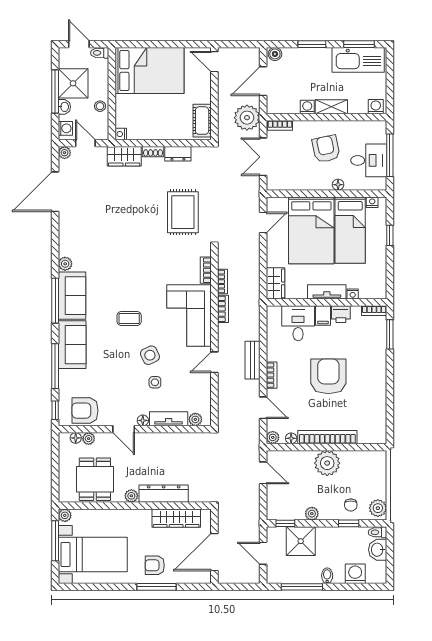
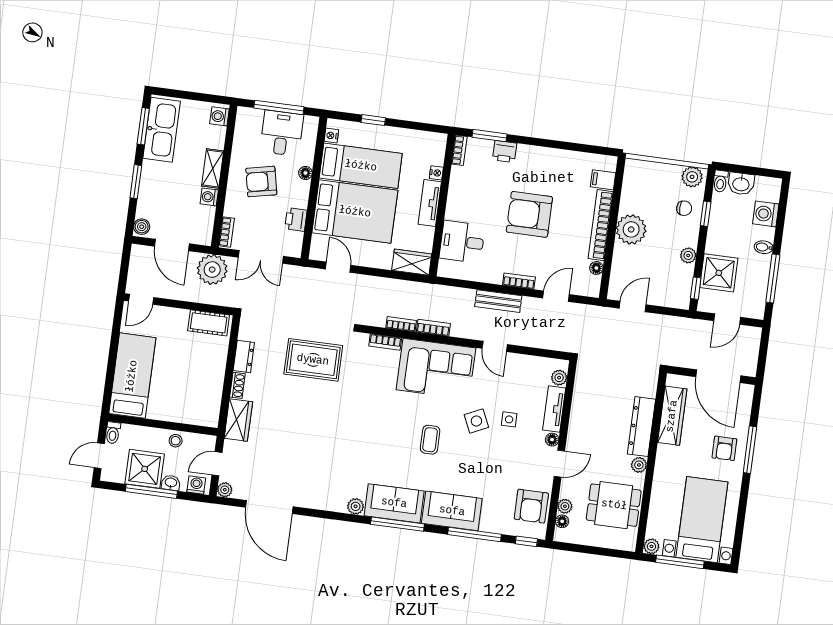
bed: (150, 71) -> (132, 376), width x0.67
nightstand: (121, 134) -> (212, 421), removed
printer: (298, 182) -> (296, 219), added
printer: (341, 314) -> (505, 152), moved, turned 90
filing cabinet: (323, 316) -> (603, 180), moved, turned 180
plant: (273, 437) -> (592, 289), removed

